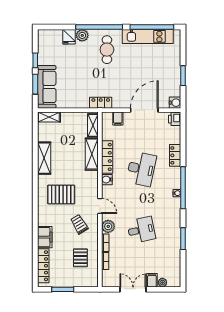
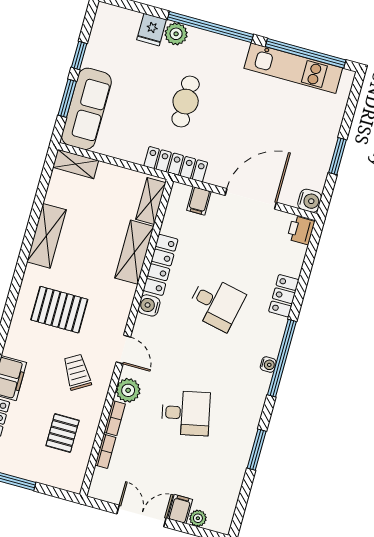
cafe table: (107, 50) -> (186, 102), moved
locker: (101, 103) -> (176, 164), width x1.53
desk: (141, 169) -> (216, 303), width x0.73

